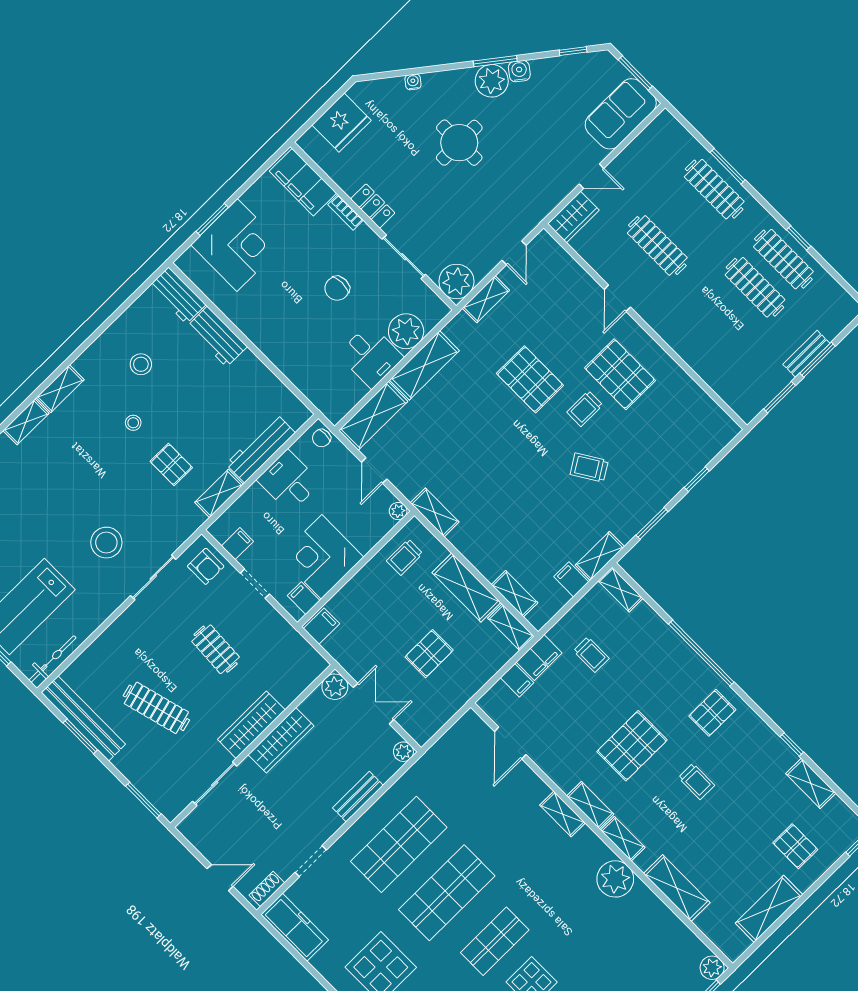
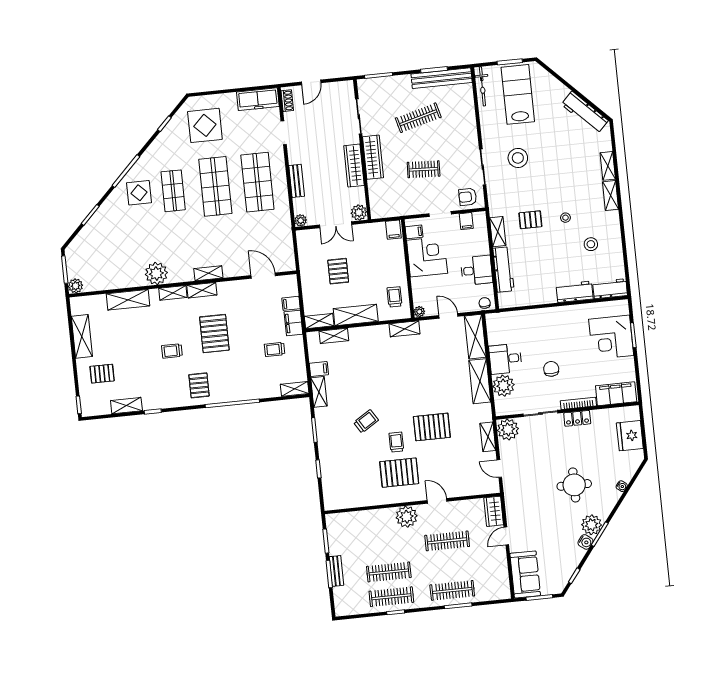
bookcase: (346, 212) -> (578, 403), width x1.56
plant: (668, 321) -> (407, 517), added

